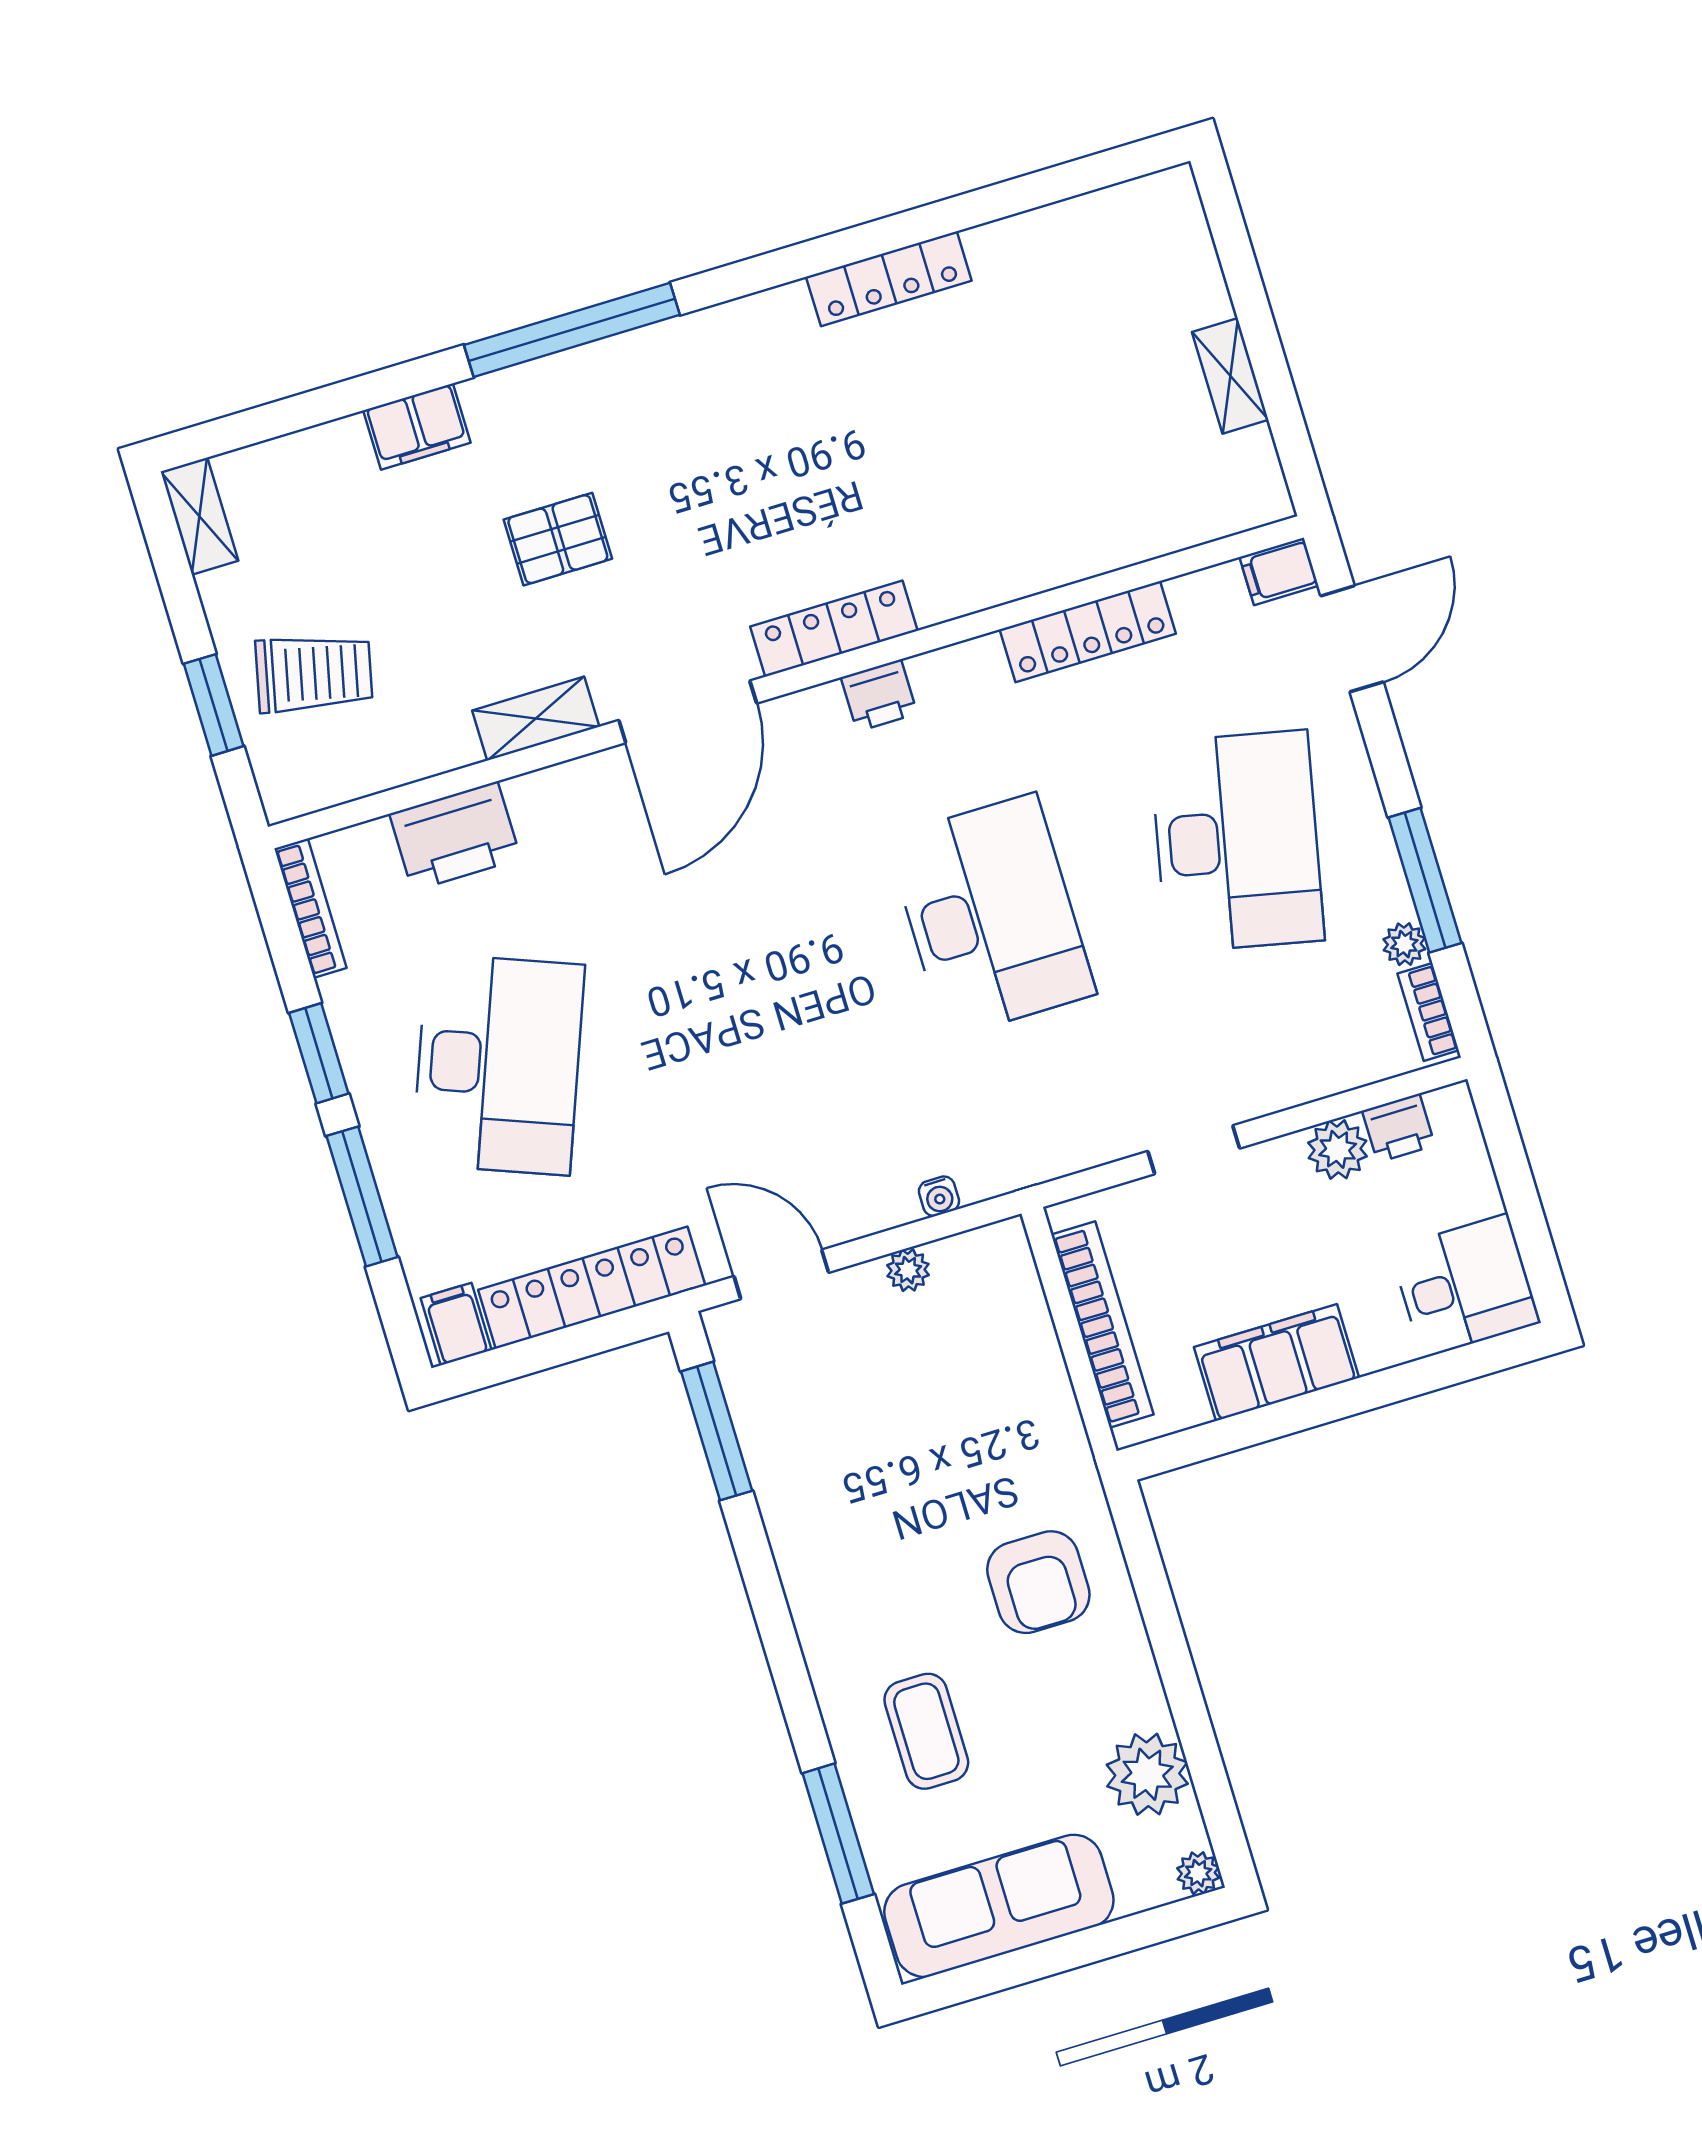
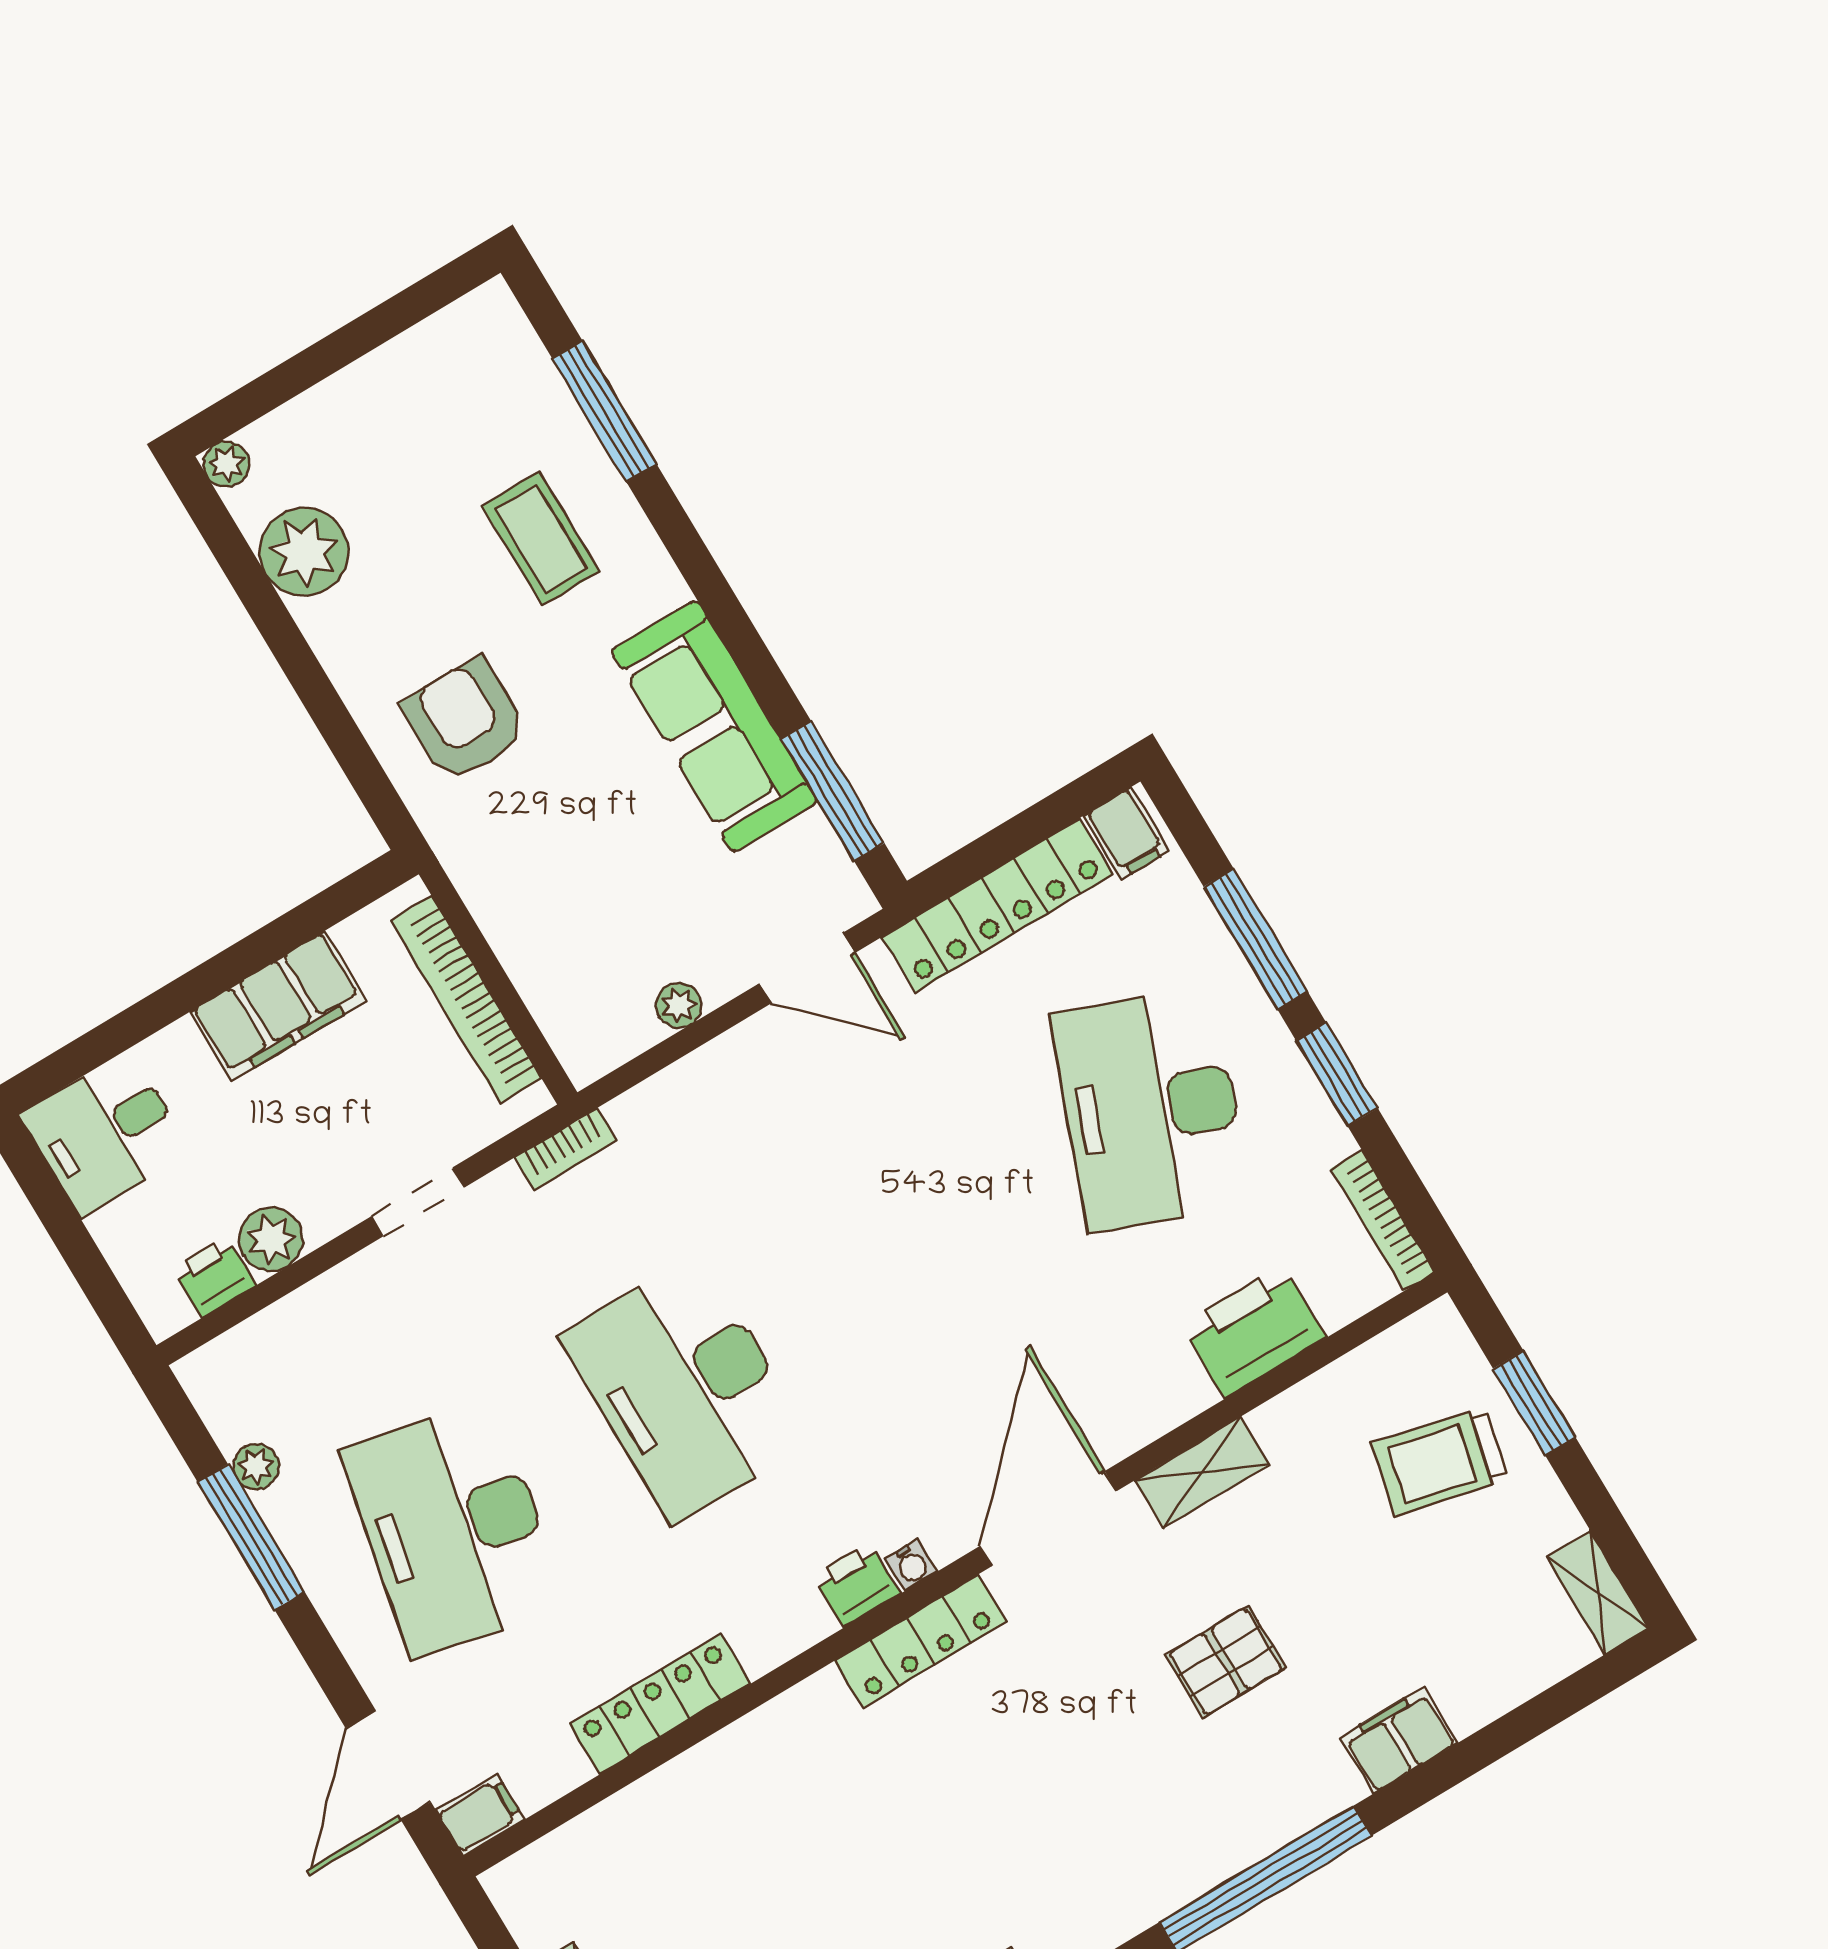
bookcase: (1428, 1012) -> (566, 1149), moved, turned 90
water cooler: (939, 1196) -> (911, 1565), moved, turned 180
sofa: (999, 1906) -> (714, 726), moved, turned 90

